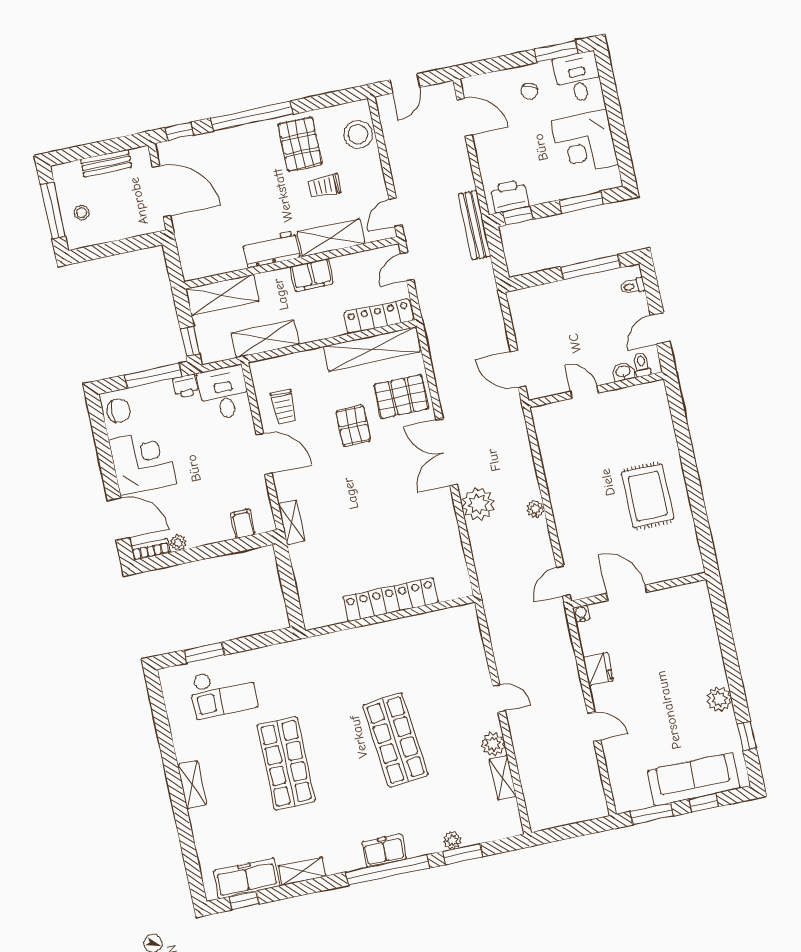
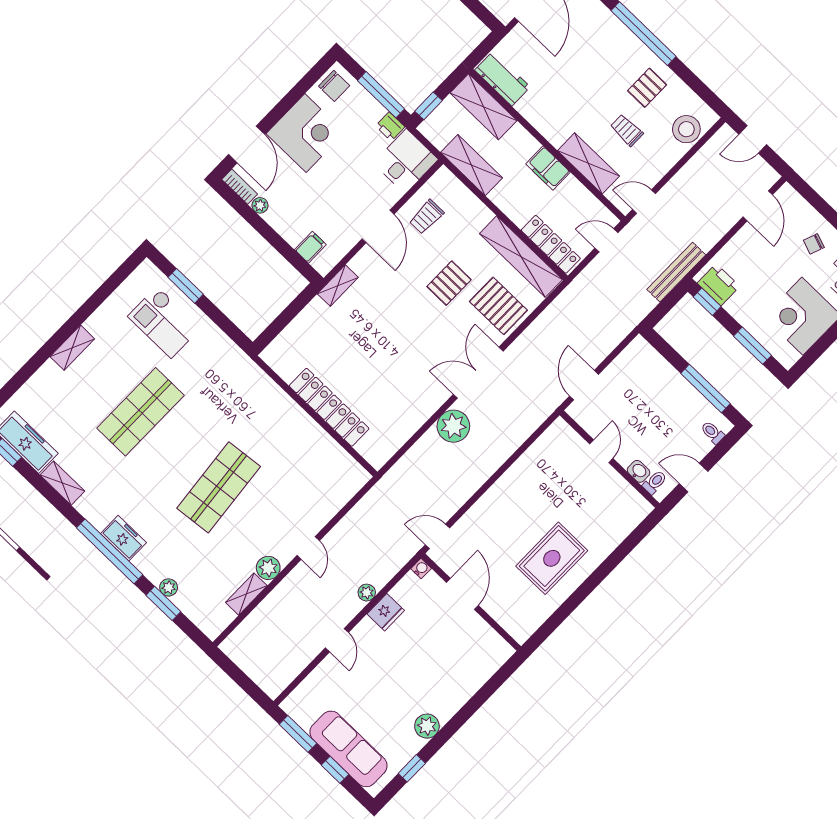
pallet: (300, 144) -> (647, 88), width x0.67, depth x0.71
workbench: (271, 249) -> (502, 79), moved
plant: (535, 509) -> (367, 593), moved

